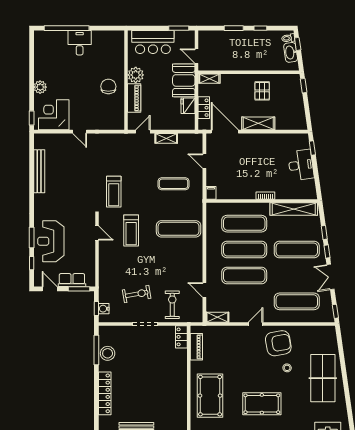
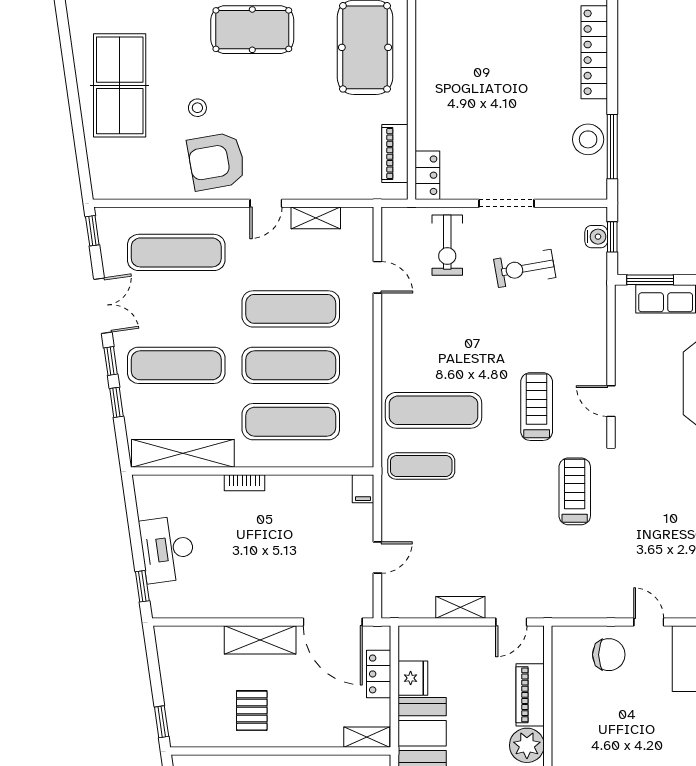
chair: (108, 86) -> (609, 655), moved, turned -90
door: (204, 161) -> (377, 558), hinge flipped
exercise mat: (174, 184) -> (421, 466), moved
shelving: (217, 317) -> (316, 218), moved

